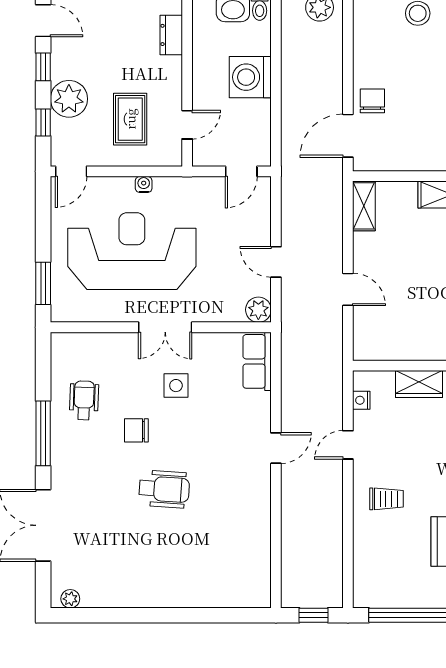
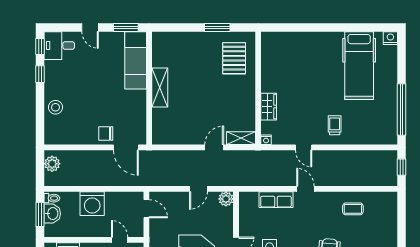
shelving: (364, 206) -> (241, 138), moved
row of seats: (257, 361) -> (276, 200), moved
nightstand: (361, 400) -> (266, 140), moved
coffee table: (241, 531) -> (353, 209), added

